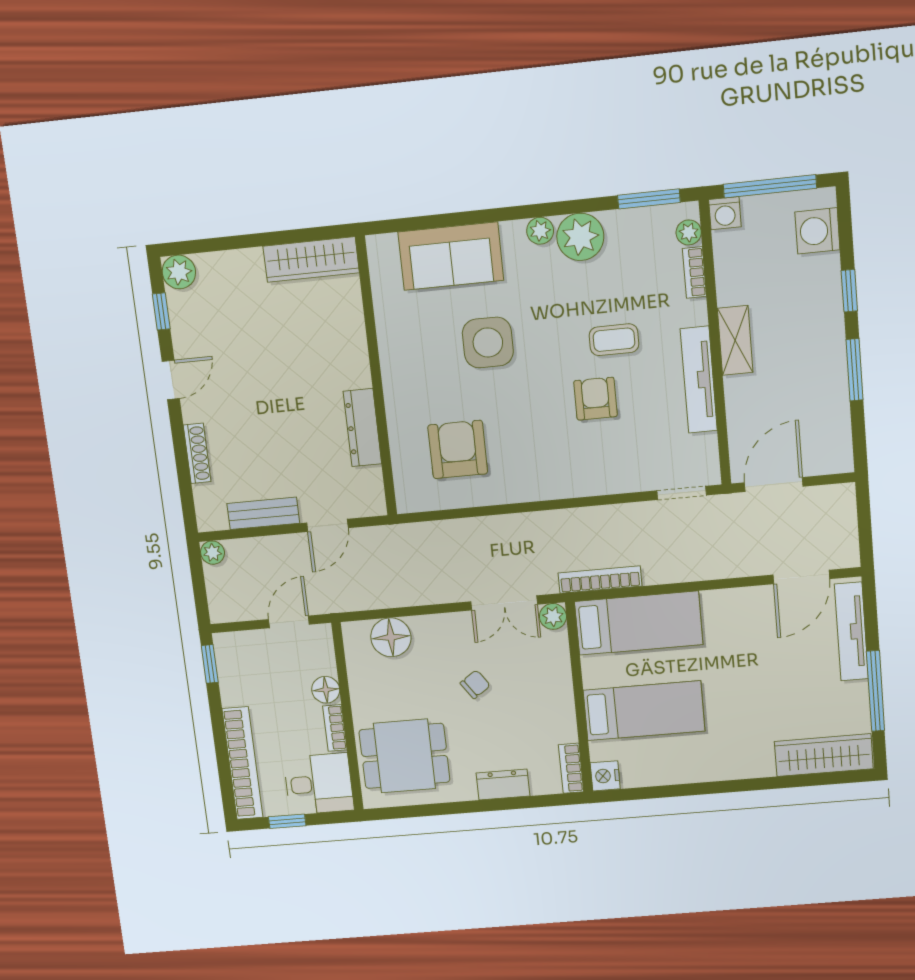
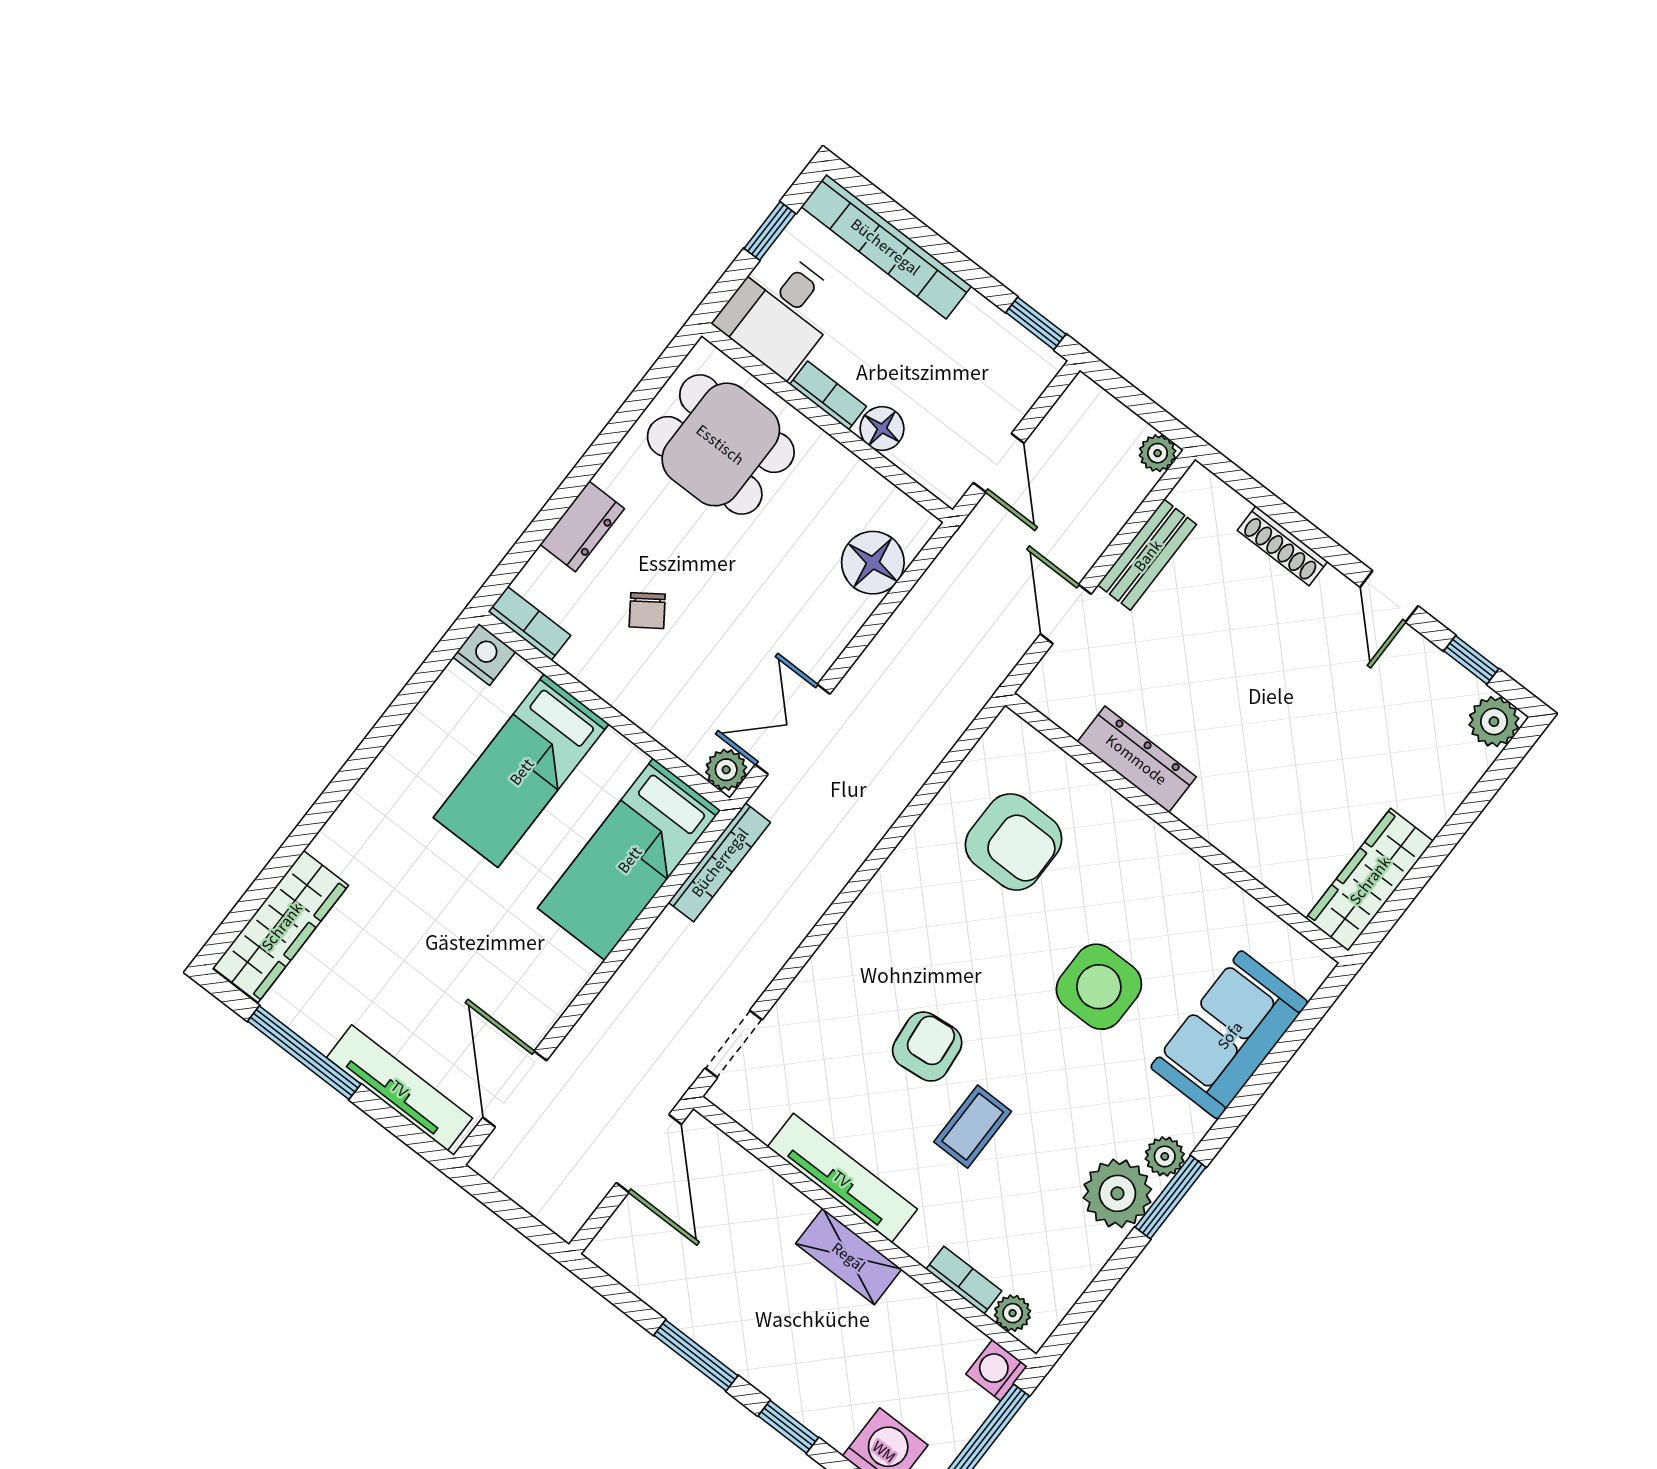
window: (649, 199) -> (1171, 1197), moved
armchair: (595, 399) -> (927, 1047), turned -96
chair: (475, 684) -> (647, 611), moved
dining table: (404, 756) -> (721, 444), turned 90

